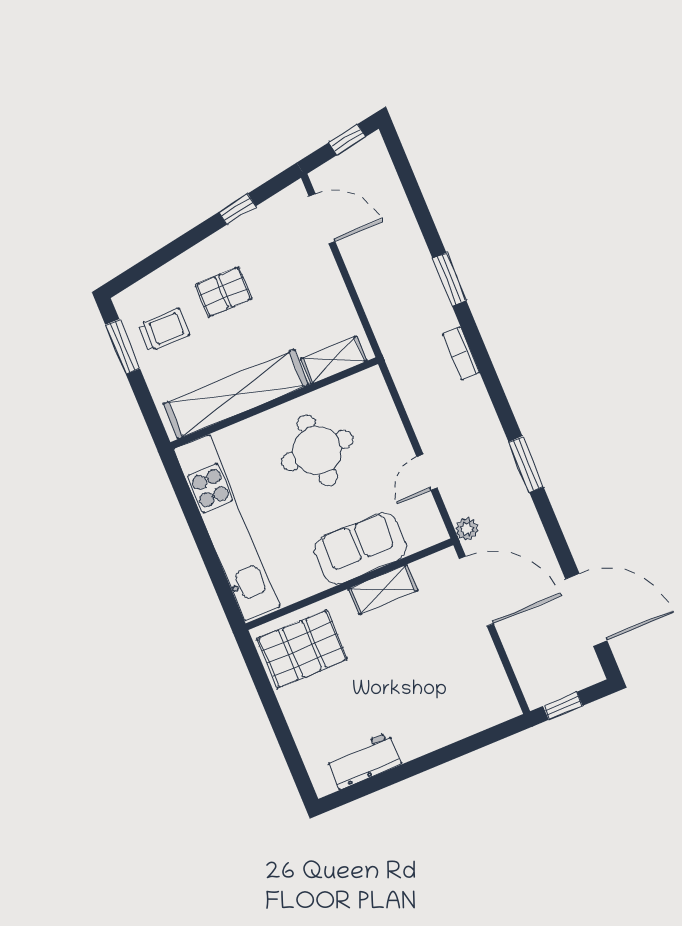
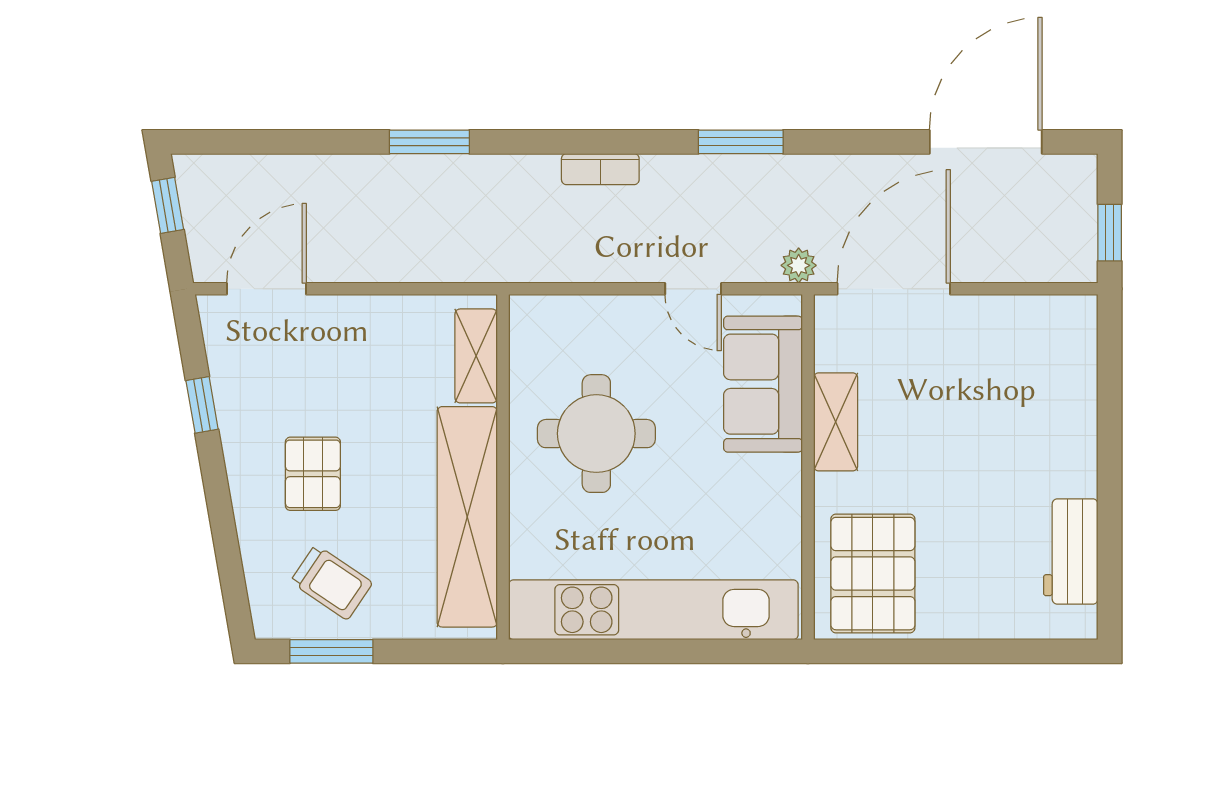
trolley: (164, 330) -> (331, 582), turned 124
bookcase: (461, 354) -> (600, 169), moved
sofa: (360, 548) -> (763, 384), moved

